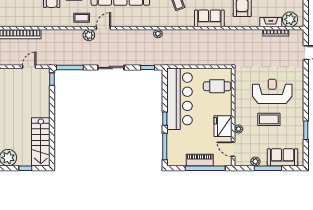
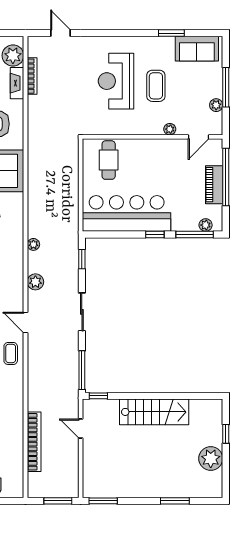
plant: (89, 35) -> (35, 282), moved
fridge: (223, 126) -> (166, 151), removed
stairs: (41, 142) -> (154, 412), moved
plant: (171, 154) -> (206, 225), added
sofa: (282, 157) -> (197, 49), moved, turned -90

